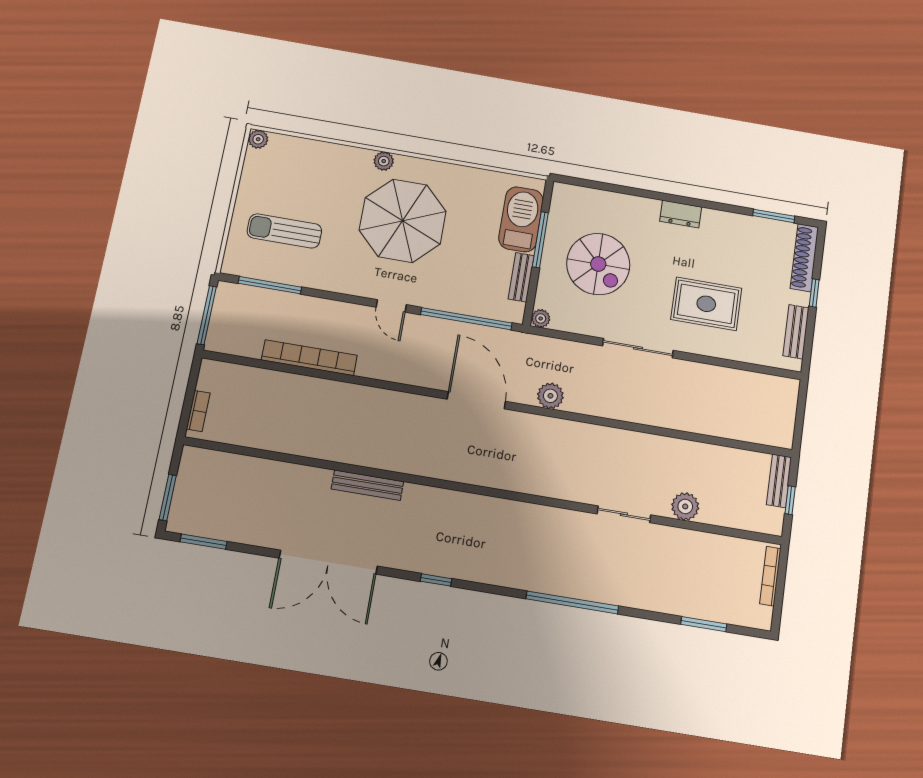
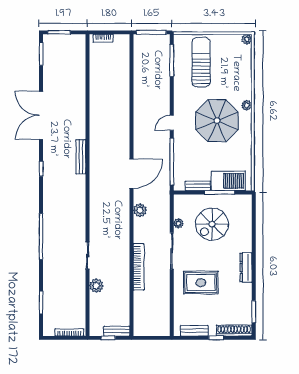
dresser: (681, 214) -> (246, 267), width x1.44
sun lounger: (284, 231) -> (201, 62), width x1.36, depth x1.34
rug: (706, 304) -> (201, 283), turned 90
plant: (541, 318) -> (178, 223), moved
bookcase: (309, 358) -> (139, 267), moved
bench: (367, 485) -> (81, 157), moved

